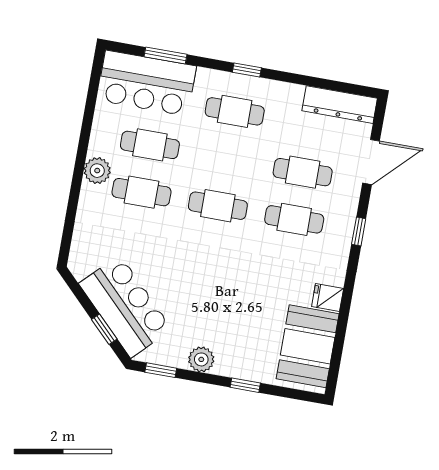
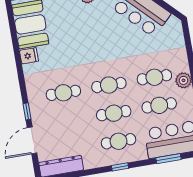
cafe table: (303, 172) -> (114, 113), moved
window: (359, 232) -> (27, 111), moved

